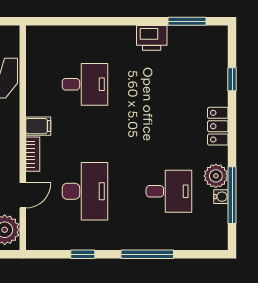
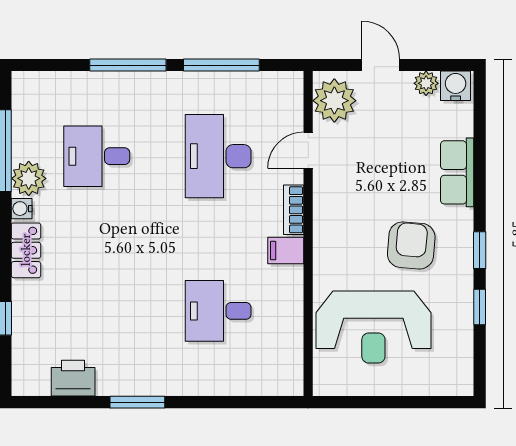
window: (187, 21) -> (137, 402), moved
printer: (152, 38) -> (73, 378), moved
water cooler: (221, 197) -> (22, 209), moved
window: (83, 254) -> (221, 65), width x2.17

